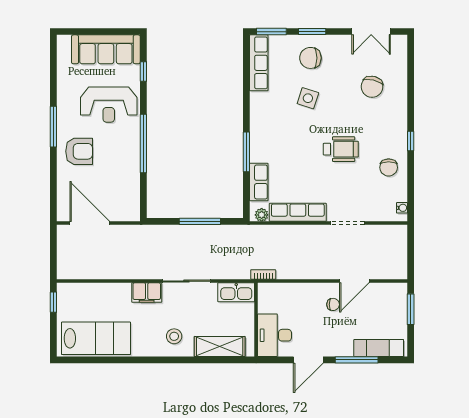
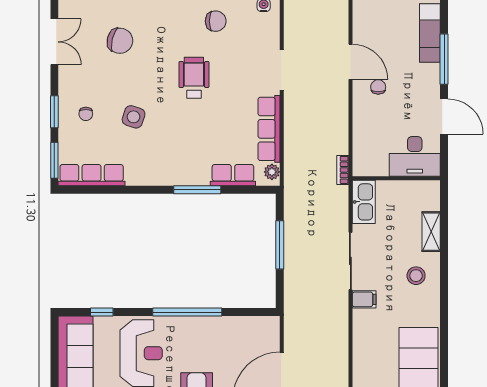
chair: (310, 58) -> (86, 114), width x0.54, depth x0.54
filing cabinet: (147, 293) -> (364, 299), width x0.50
shelving: (220, 347) -> (431, 232), width x0.67, depth x0.75

